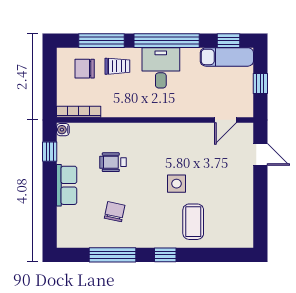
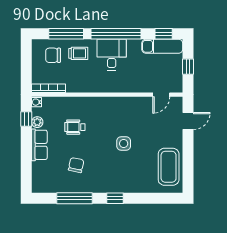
door: (260, 154) -> (188, 121), hinge flipped
plant: (64, 156) -> (37, 122), added
coffee table: (193, 222) -> (169, 167), moved, width x1.36, depth x1.32

